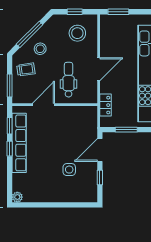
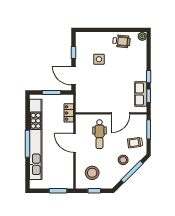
door: (99, 69) -> (75, 143), hinge flipped
row of seats: (19, 143) -> (141, 94), width x0.50
door: (100, 150) -> (73, 76), swing flipped
wheelchair: (42, 191) -> (121, 41), added

